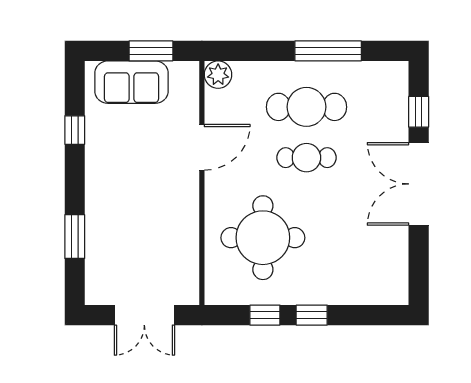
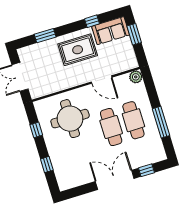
window: (151, 51) -> (134, 34), moved
sofa: (132, 82) -> (111, 31), moved, turned -90
cafe table: (306, 158) -> (111, 127), width x1.37, depth x1.35
rug: (125, 178) -> (78, 50), added
window: (312, 315) -> (47, 165), moved

